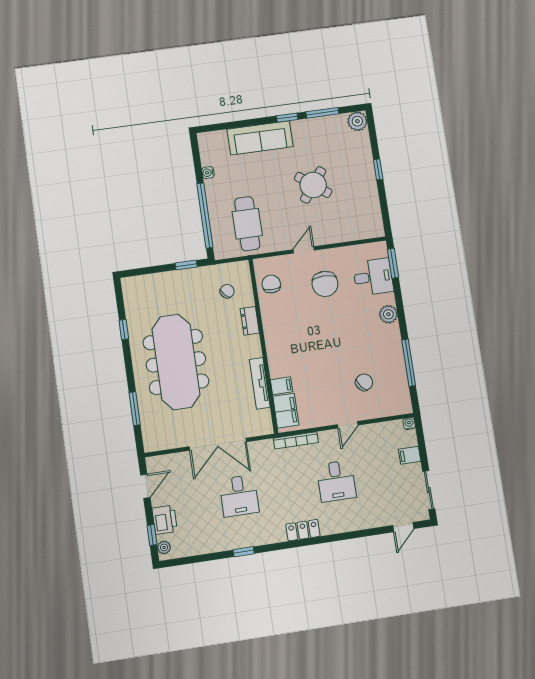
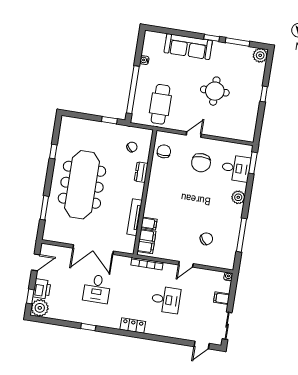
round table: (313, 185) -> (215, 91), turned -37
desk: (336, 481) -> (166, 300), turned -90
plant: (164, 547) -> (40, 308), width x1.88, depth x1.88

